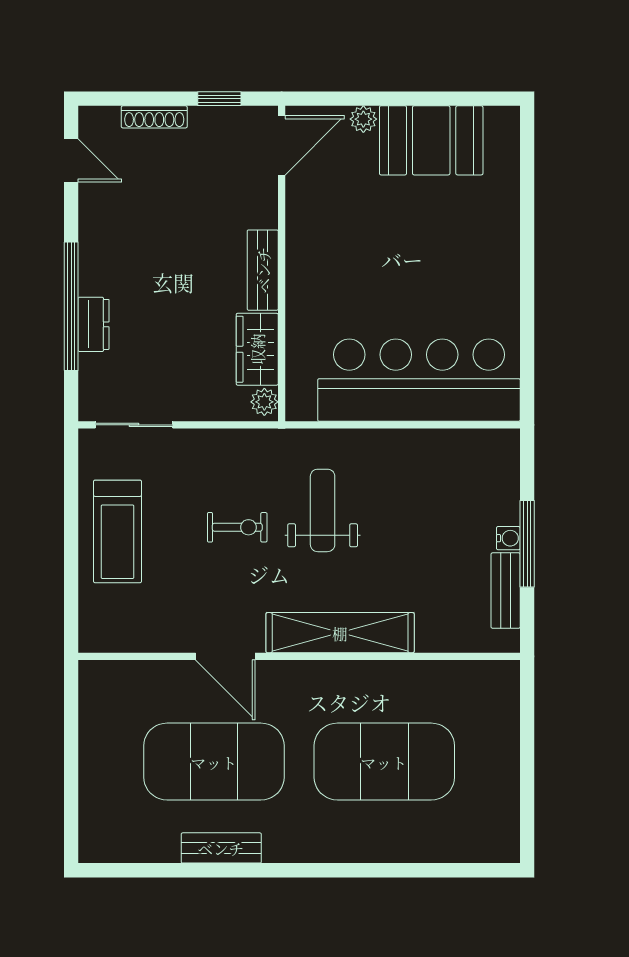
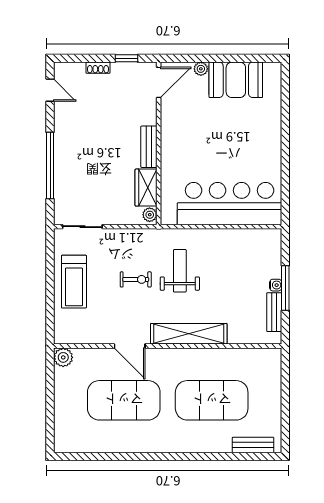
shoe rack: (154, 117) -> (98, 68), width x0.70
dresser: (94, 324) -> (62, 175), removed
plant: (97, 678) -> (63, 357), added
bench: (221, 848) -> (253, 445), moved

